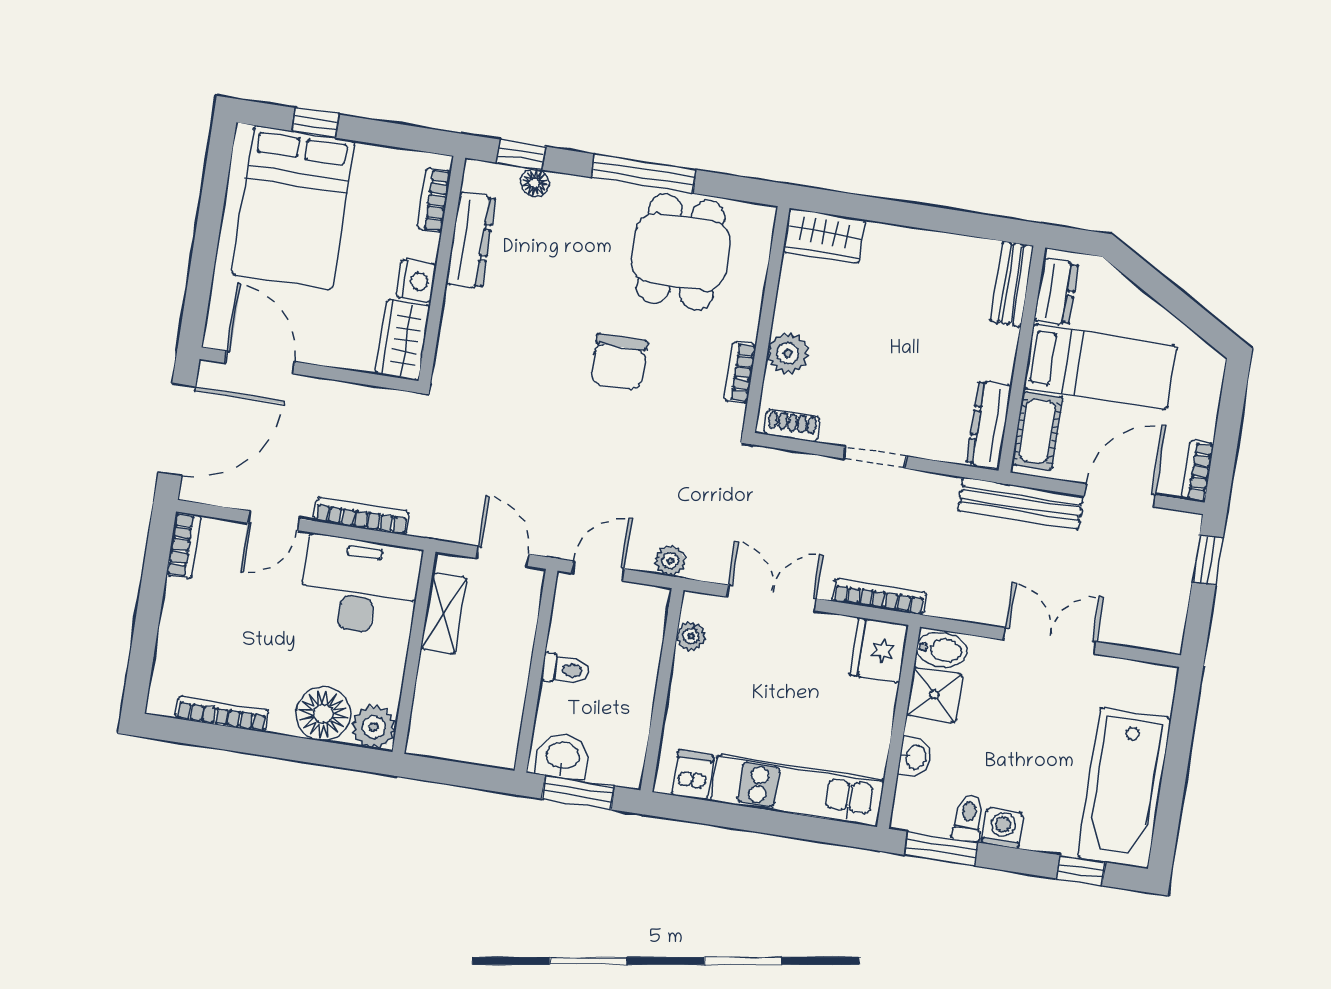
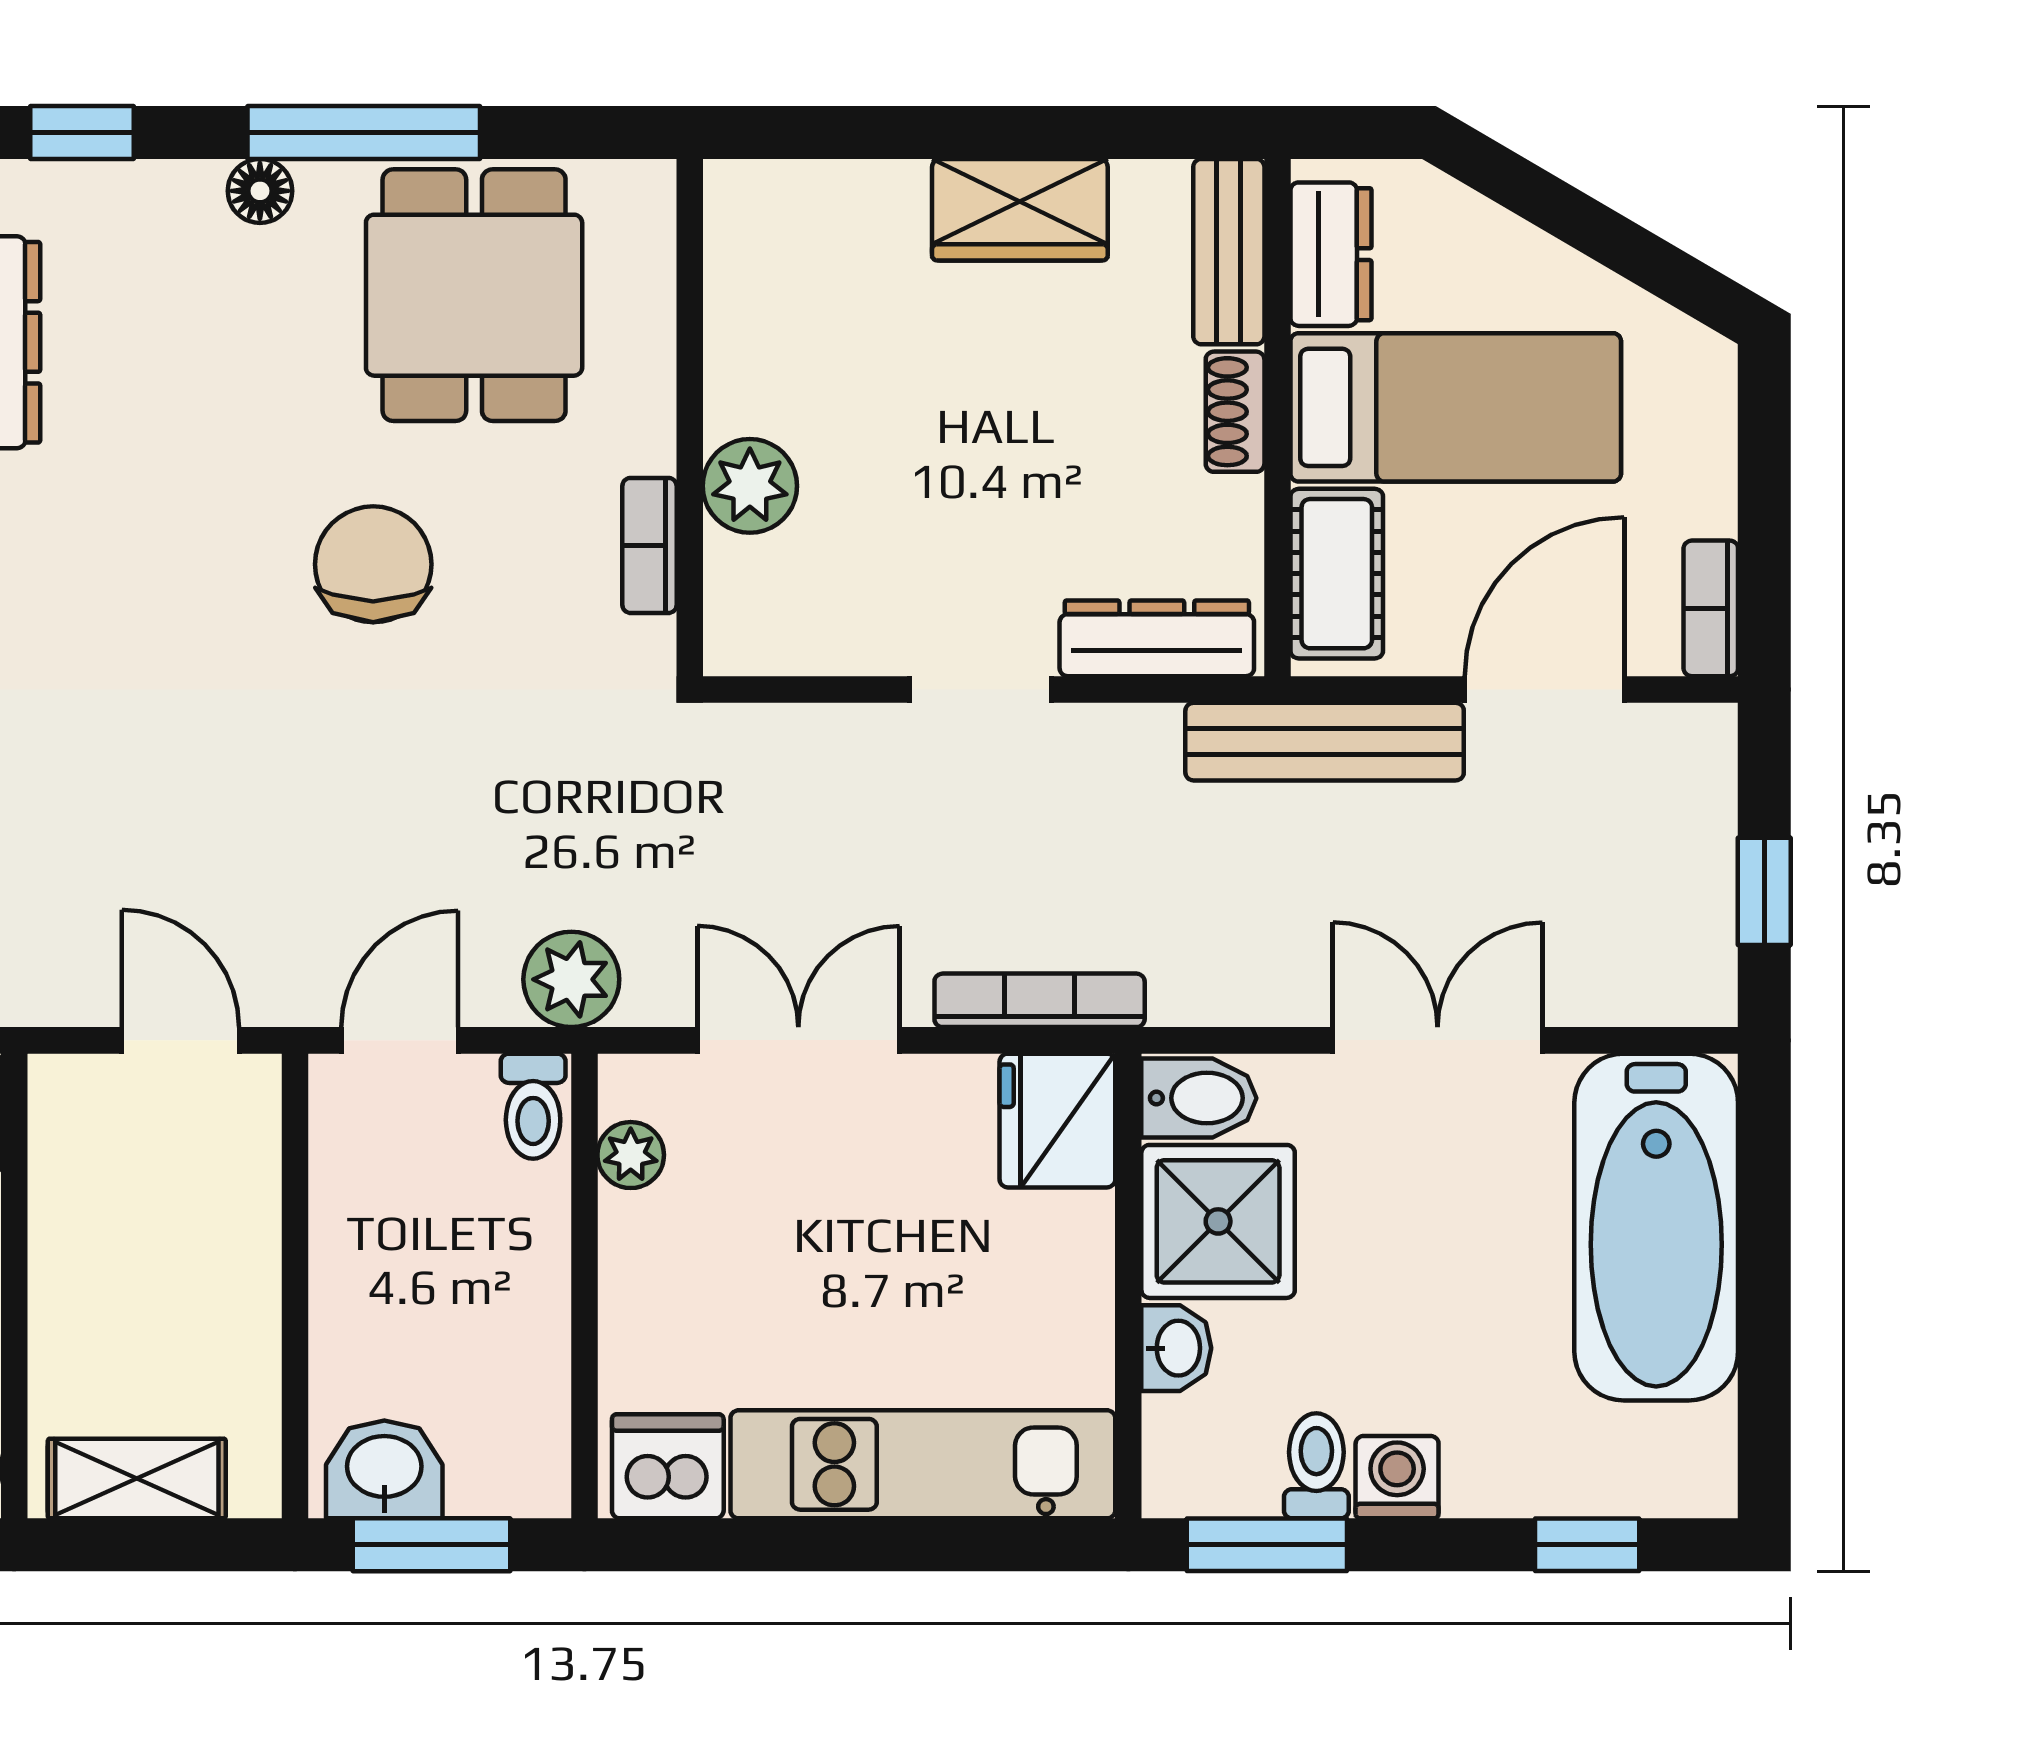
floor lamp: (535, 183) -> (260, 191), moved
wardrobe: (824, 236) -> (1020, 210), moved
chair: (619, 362) -> (373, 564), turned 180
dresser: (989, 425) -> (1157, 638), moved, turned 90
shoe rack: (792, 426) -> (1235, 412), moved, turned -90
window: (1208, 560) -> (1764, 891), moved
plant: (670, 561) -> (571, 979), width x1.38, depth x1.38
shelving: (444, 613) -> (137, 1479), moved, turned 90
toilet: (566, 670) -> (533, 1106), moved, turned 90
shower: (934, 695) -> (1218, 1221), width x1.36, depth x1.36
dishwasher: (693, 775) -> (668, 1466), width x1.38
bathtub: (1124, 788) -> (1656, 1227), moved

